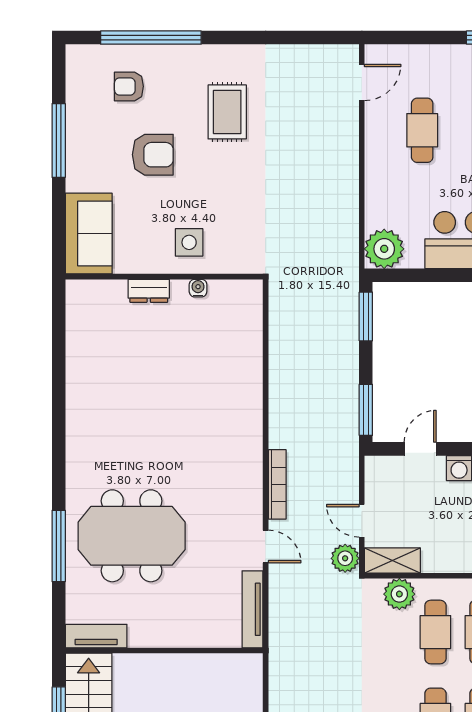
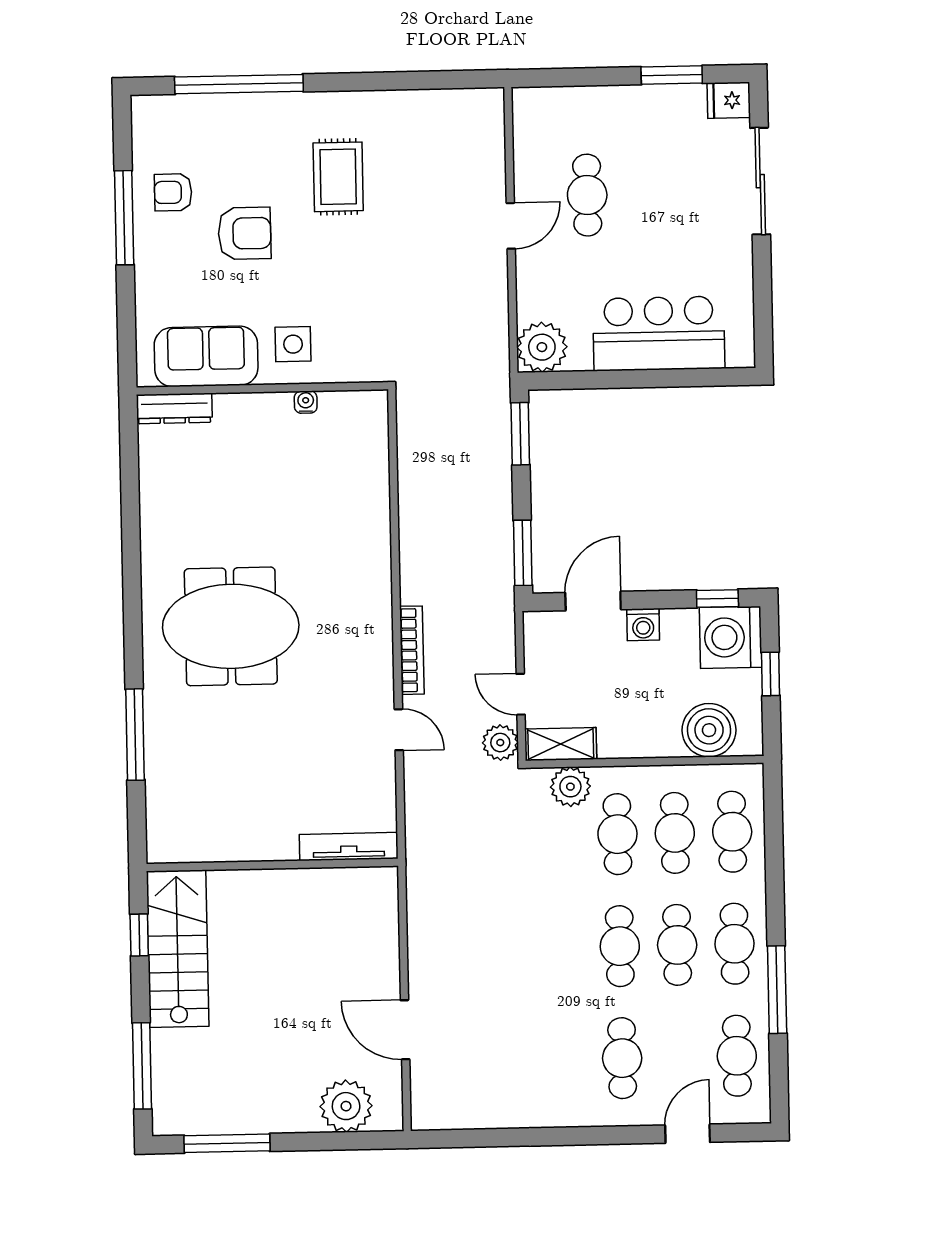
door: (362, 82) -> (511, 226), moved
armchair: (129, 86) -> (173, 192), moved
sofa: (89, 234) -> (206, 356), moved, turned -90
dresser: (149, 291) -> (174, 408), moved, width x1.44
door: (420, 449) -> (593, 601), width x1.38
meeting table: (132, 536) -> (231, 626), moved
tv unit: (253, 609) -> (349, 847), moved, turned 90
tv unit: (96, 636) -> (185, 848), removed

